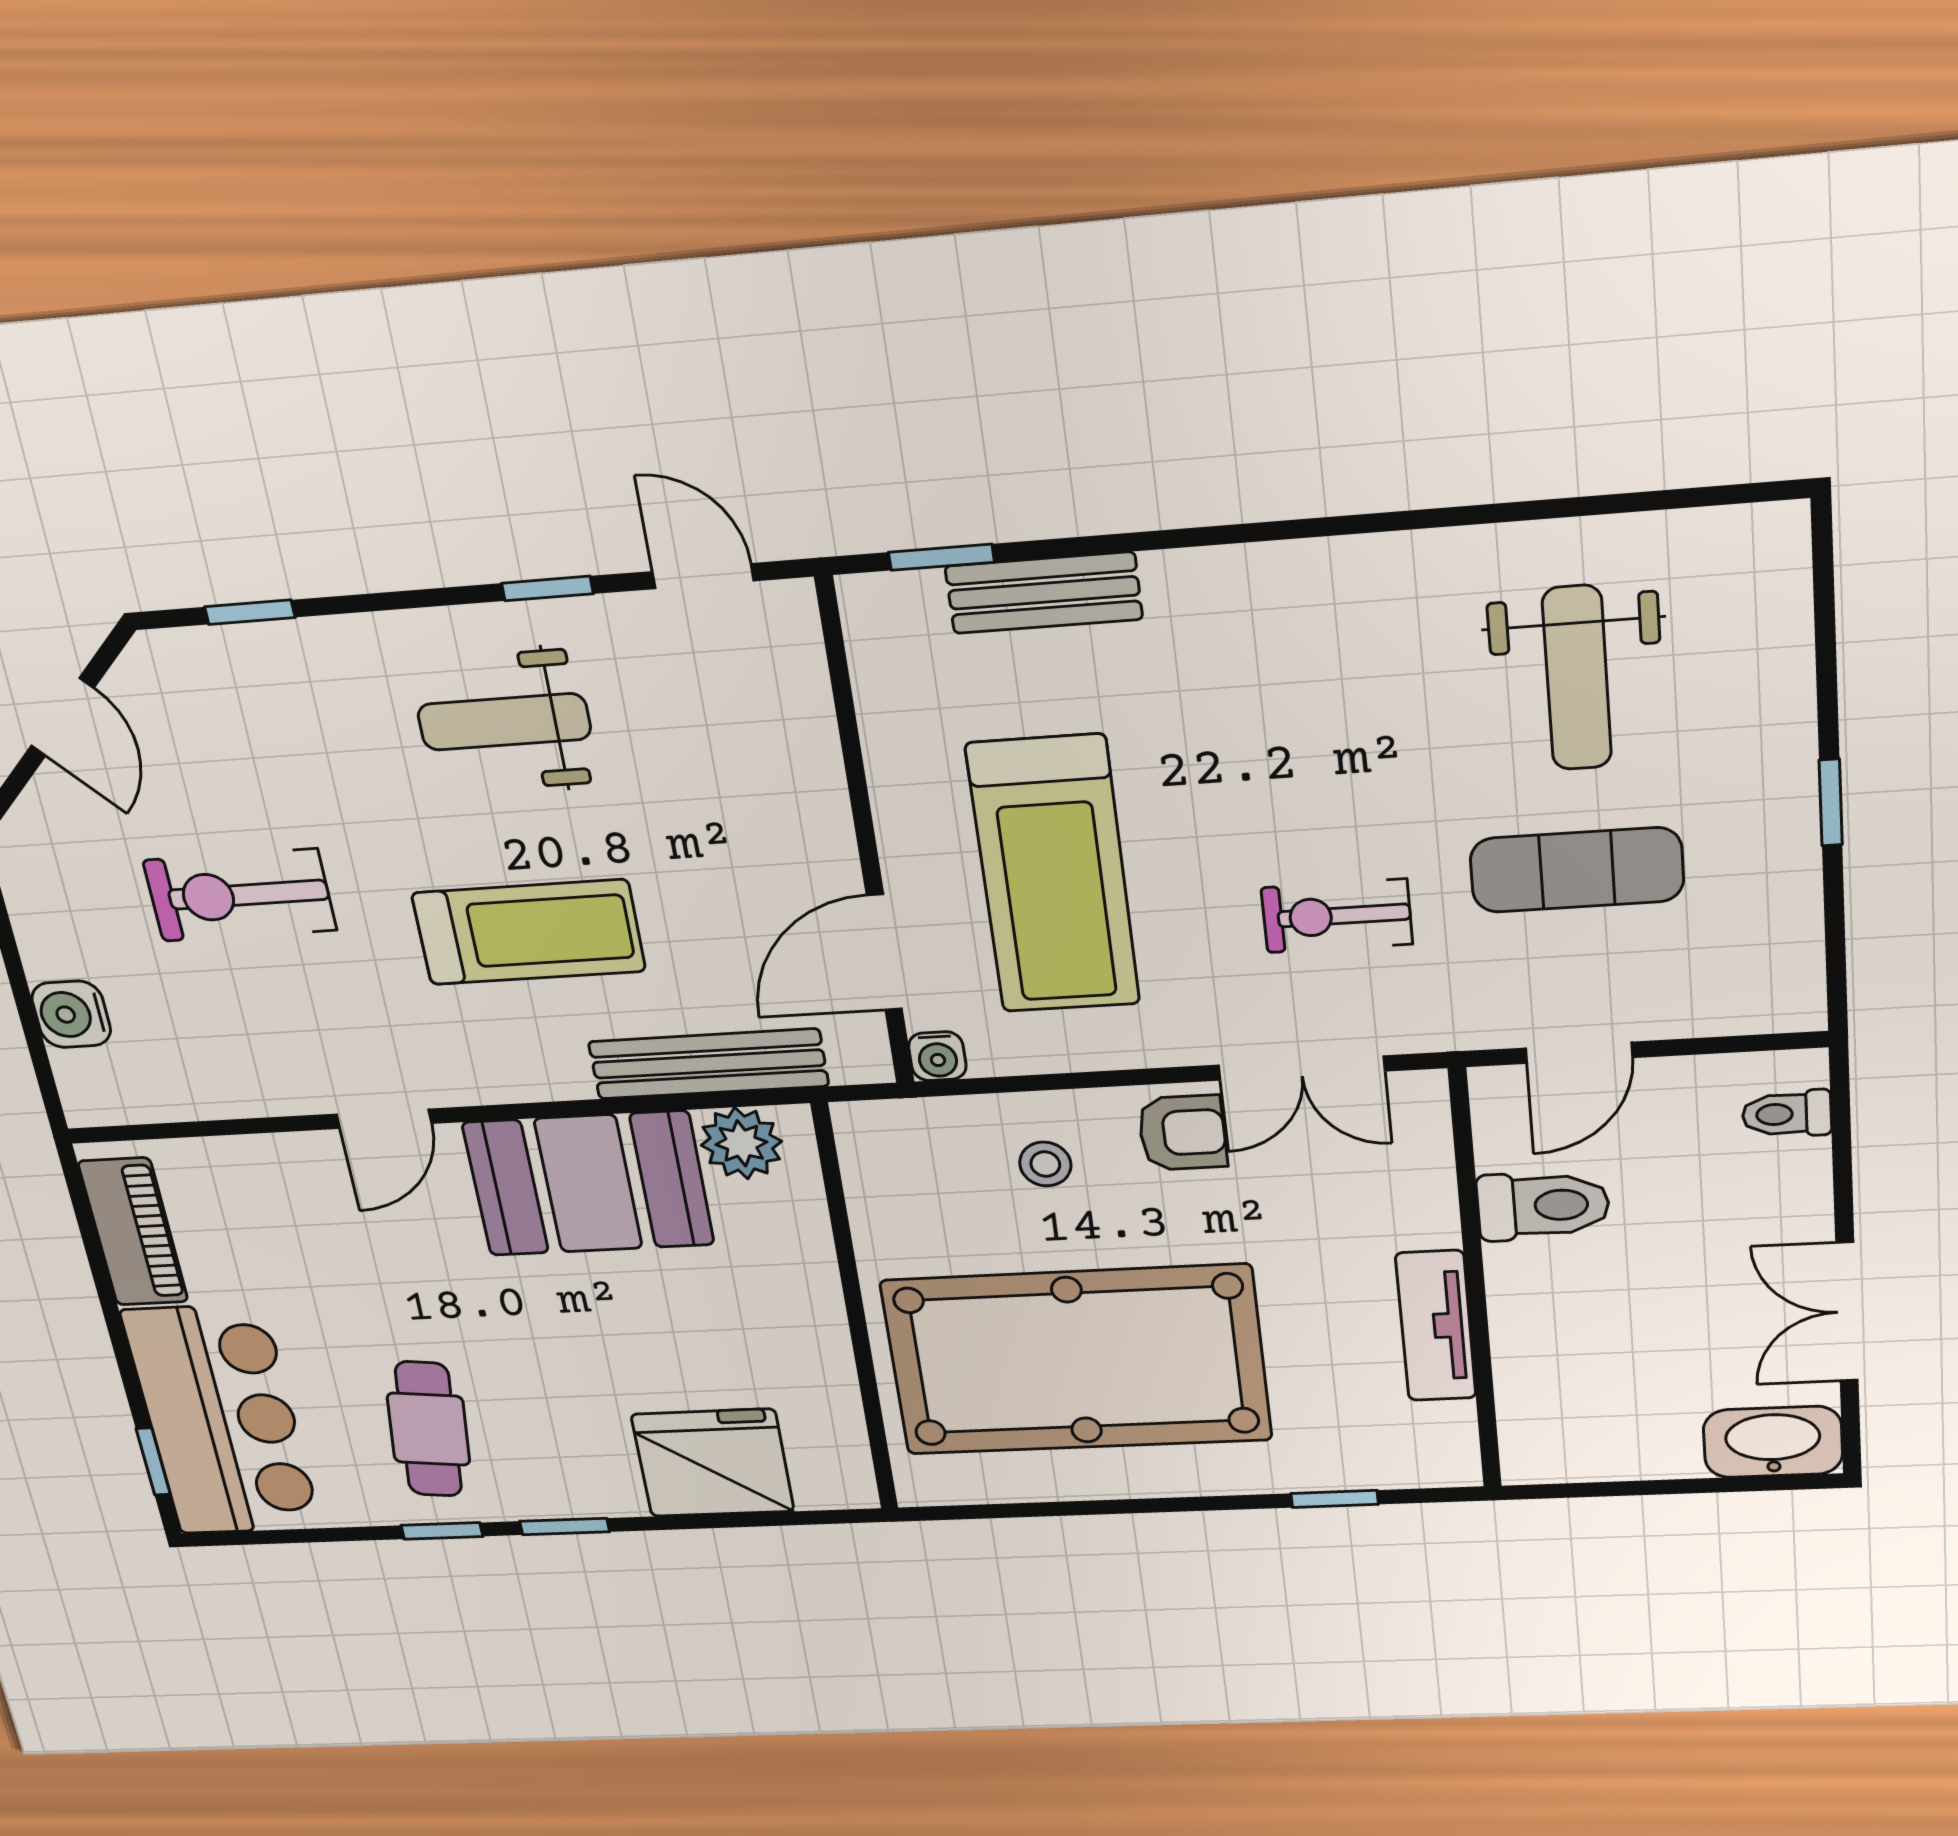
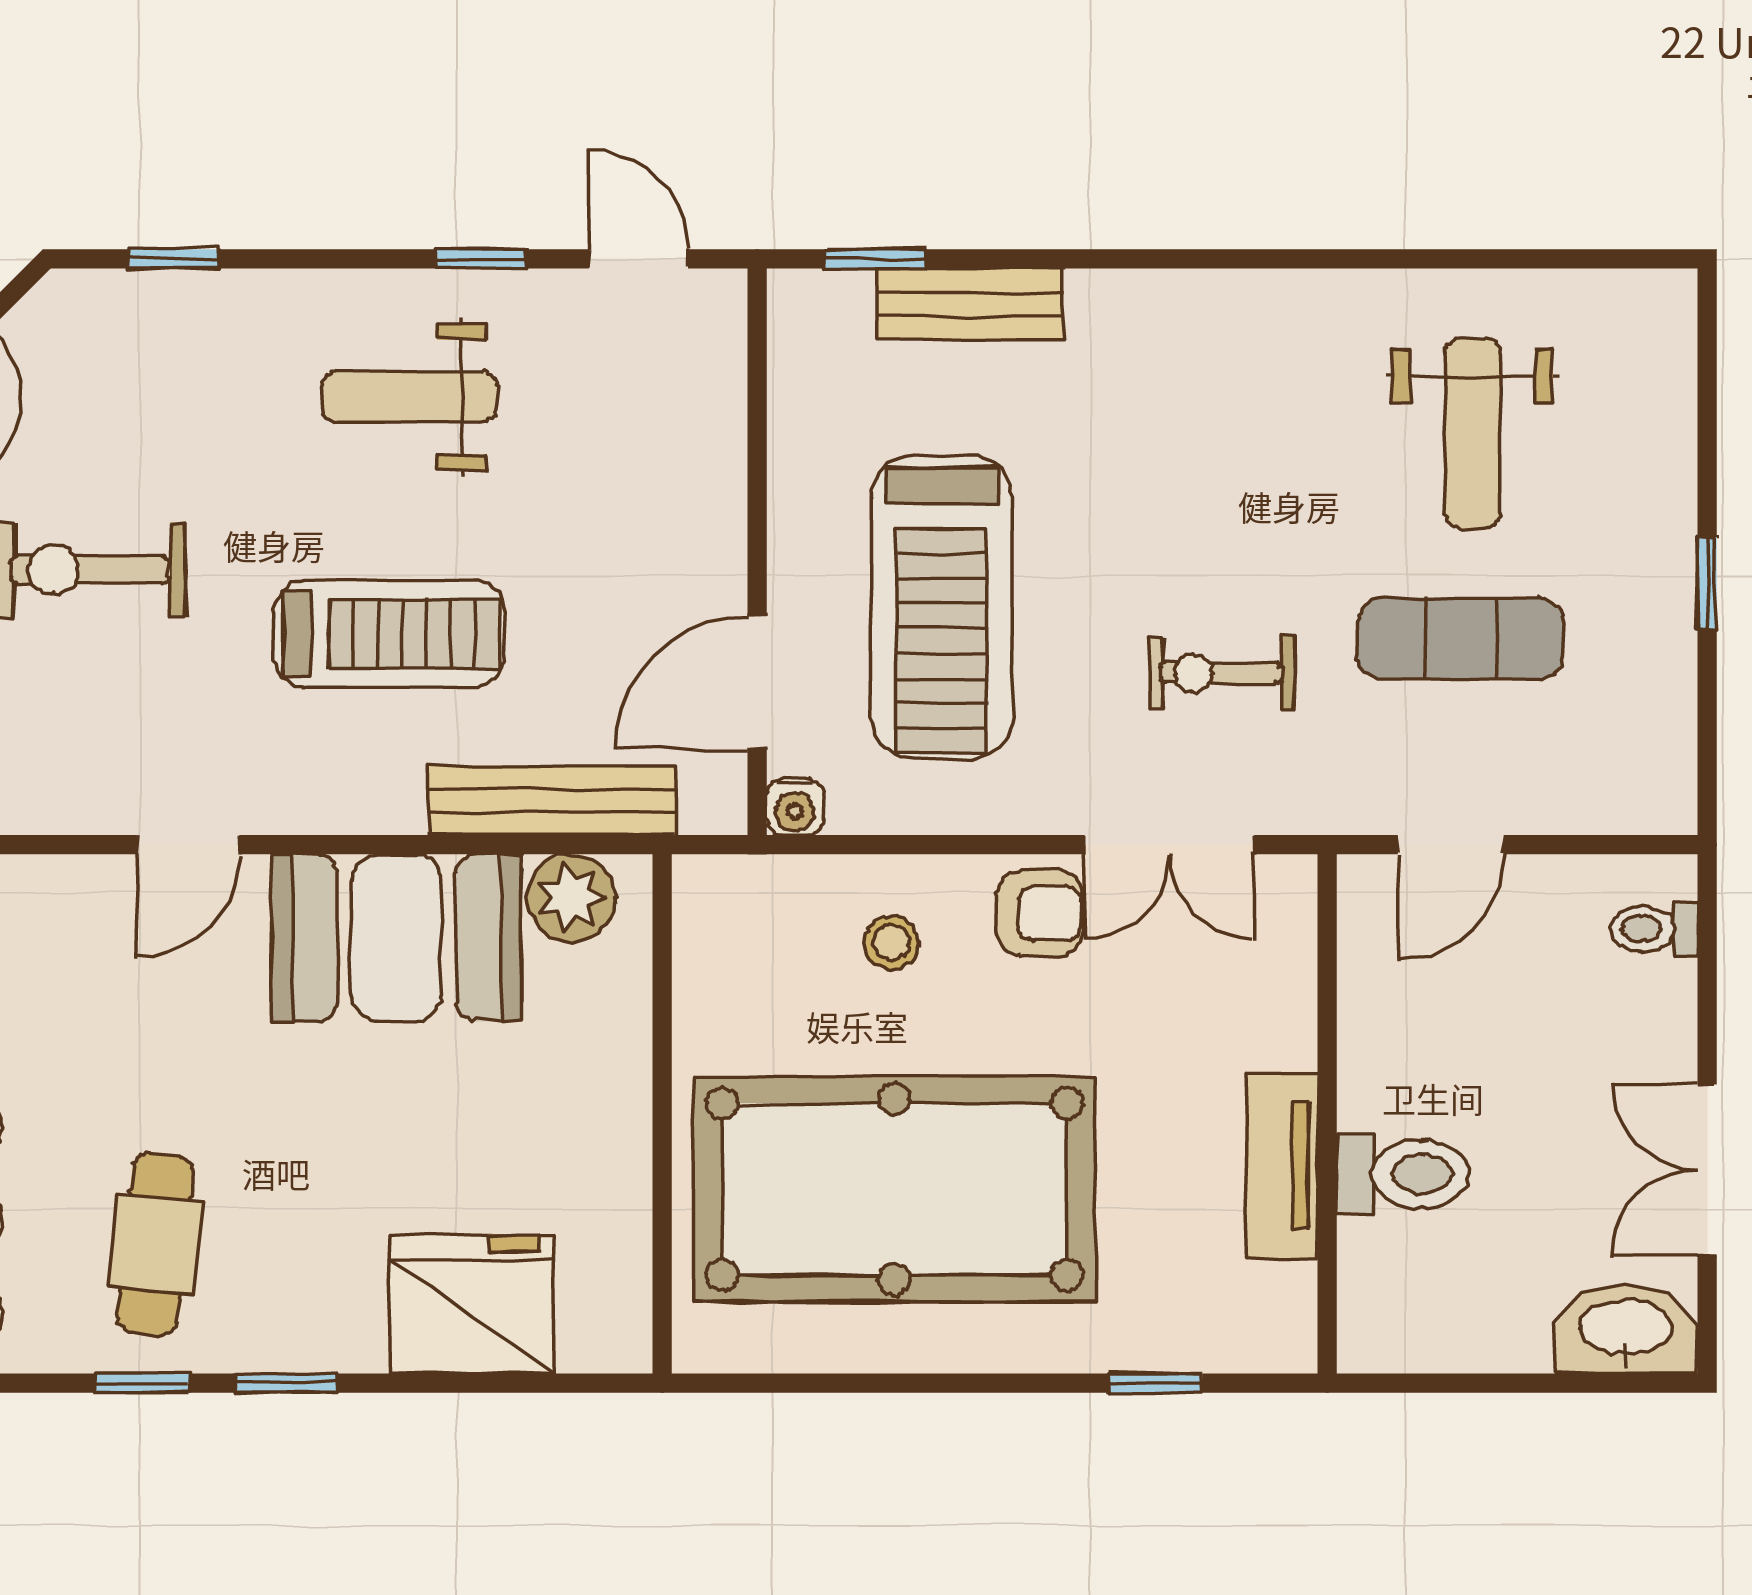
toilet: (1543, 1206) -> (1403, 1174), moved

